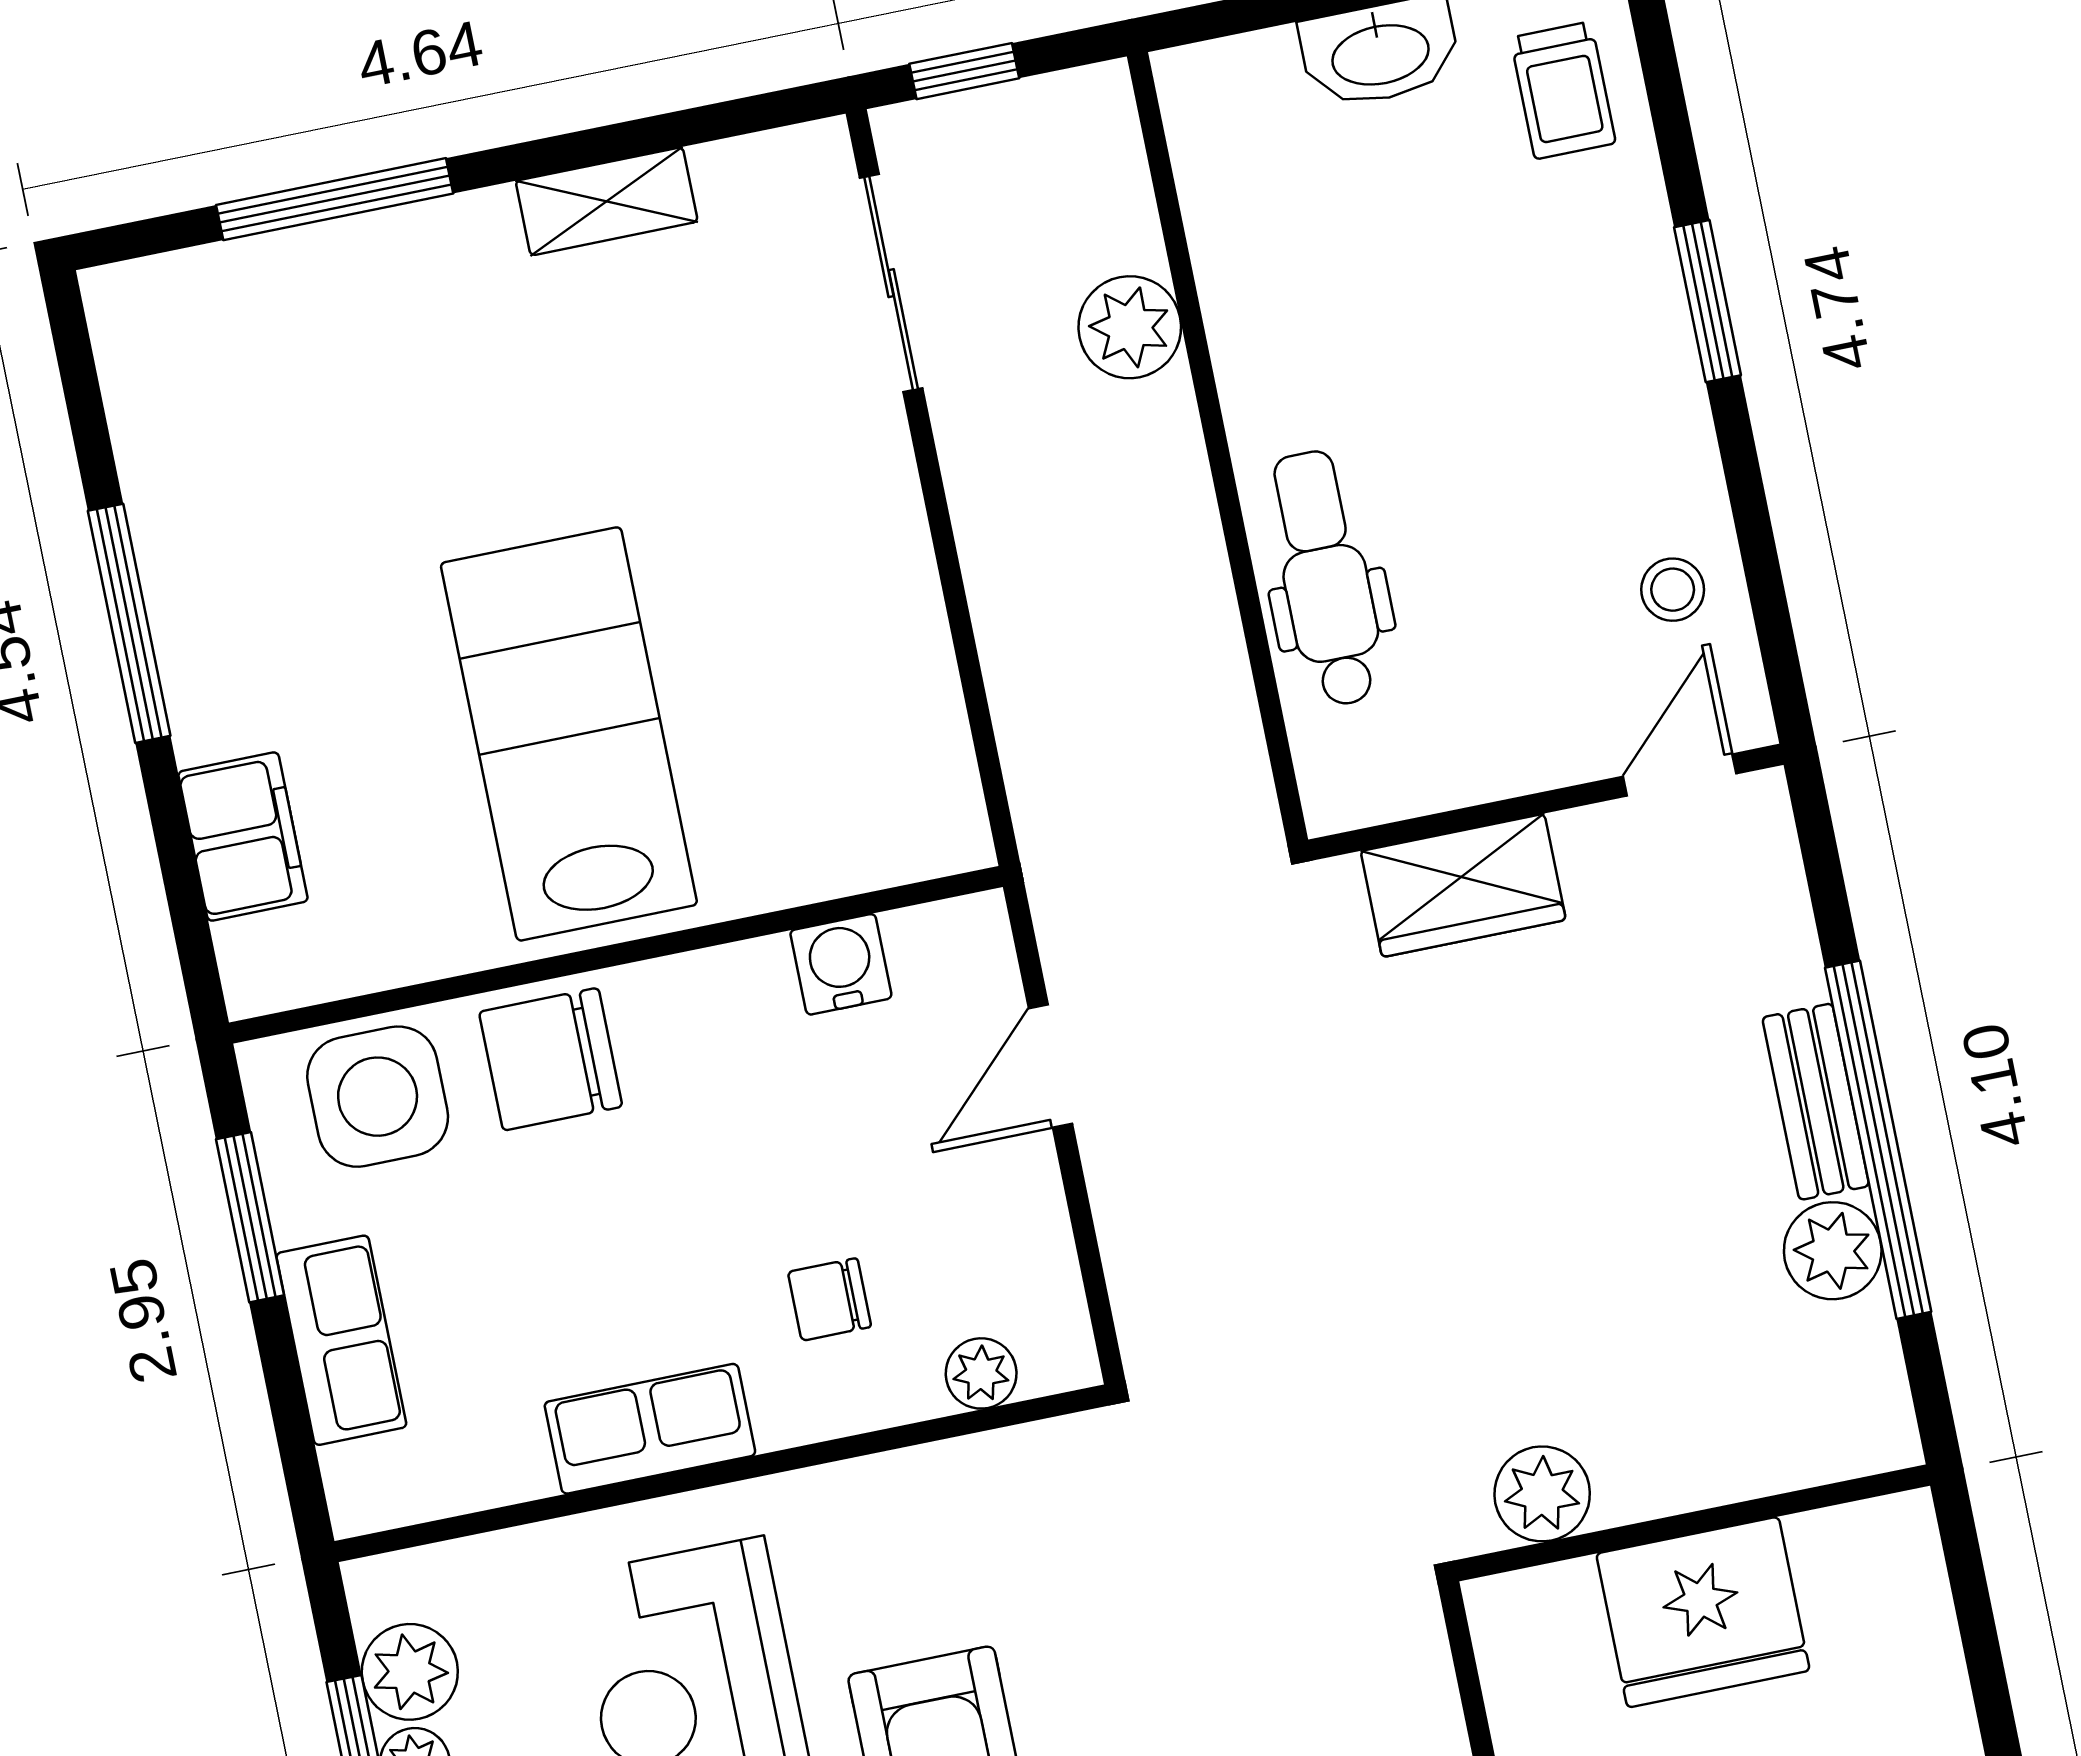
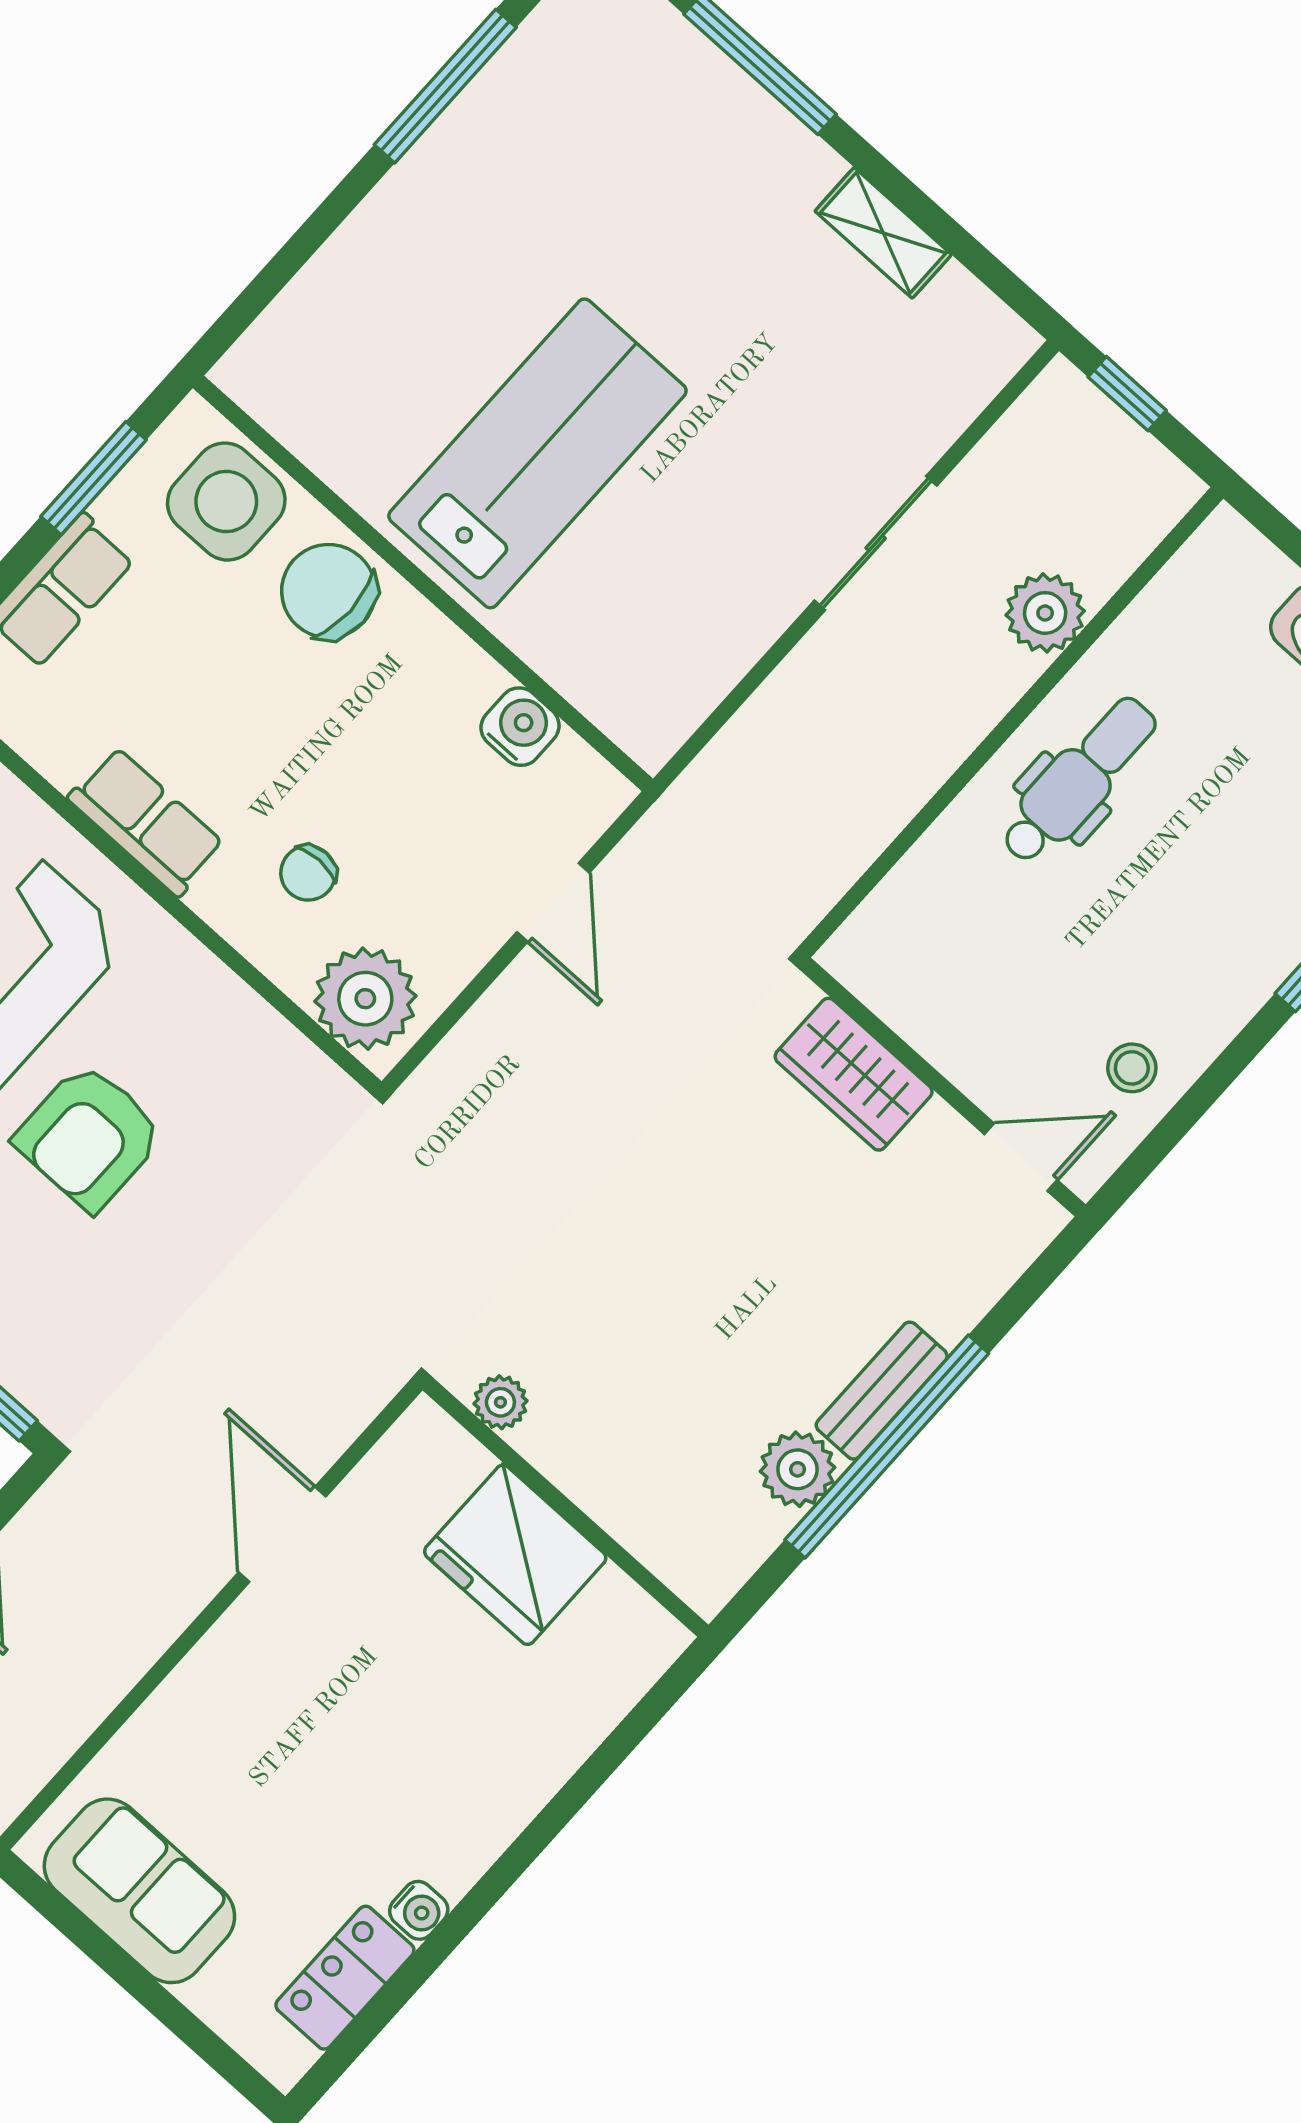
sliding door: (891, 283) -> (876, 543), moved
dental chair: (1326, 579) -> (1079, 780), moved
window: (129, 623) -> (445, 86), moved
filing cabinet: (243, 837) -> (325, 299), removed
door: (1050, 1066) -> (553, 902), swing flipped
chair: (829, 1299) -> (308, 873), turned -90
plant: (981, 1373) -> (365, 999), width x1.88, depth x1.88
plant: (1542, 1494) -> (500, 1402), width x0.73, depth x0.73

